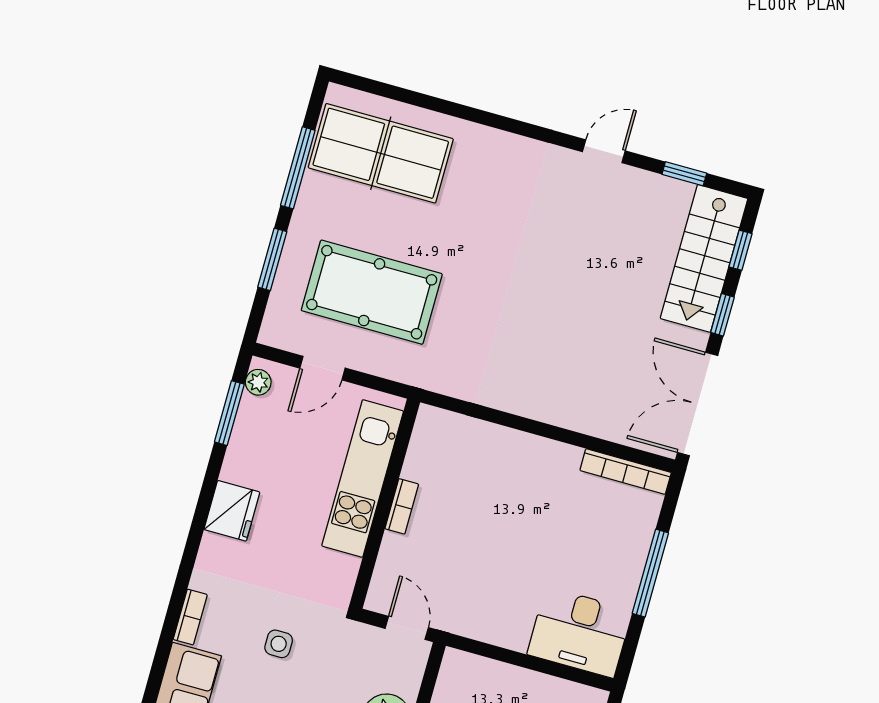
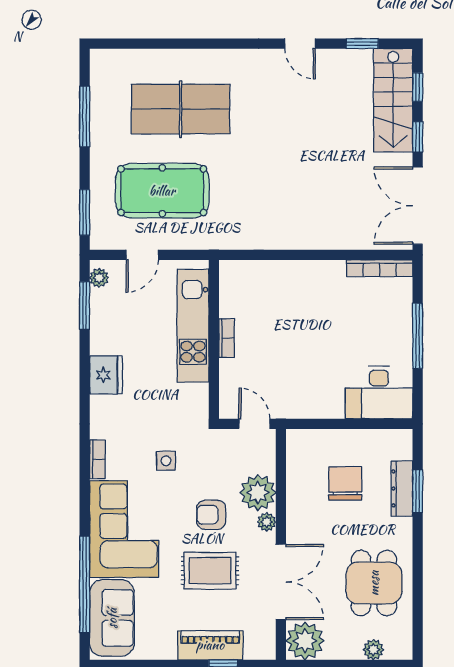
door: (604, 151) -> (300, 44), swing flipped
table tennis table: (381, 153) -> (181, 109), moved
window: (272, 259) -> (85, 212), moved

